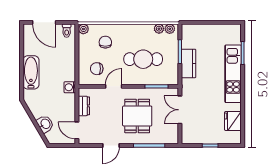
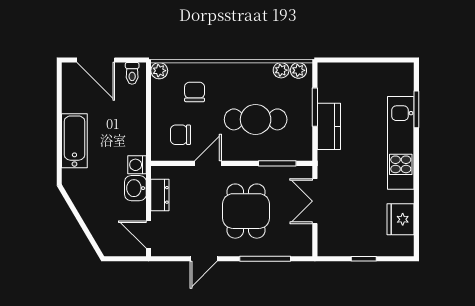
washbasin: (45, 124) -> (135, 188), moved, turned -149

